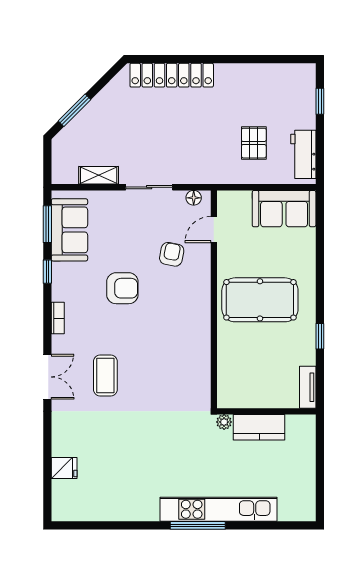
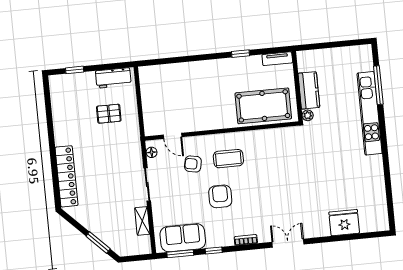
sofa: (284, 209) -> (153, 88), removed
pool table: (260, 300) -> (263, 106), moved, turned 90
coffee table: (105, 376) -> (228, 159), moved
fridge: (64, 468) -> (344, 223), width x1.88, depth x1.34
window: (198, 525) -> (378, 85), moved

